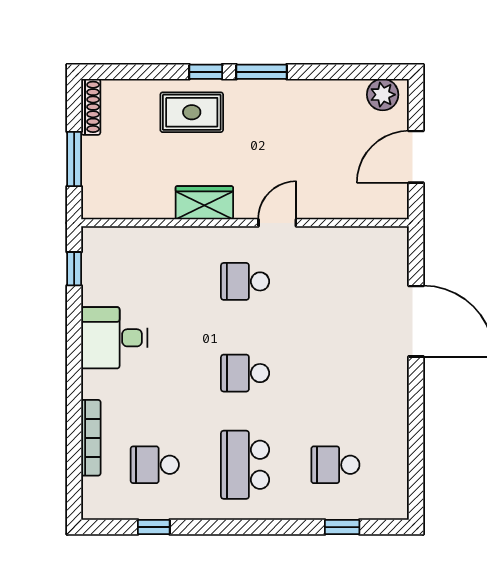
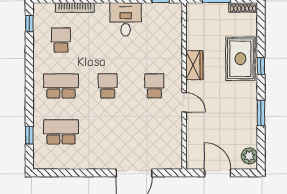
window: (261, 72) -> (261, 113), moved
rug: (192, 112) -> (240, 59), width x1.36, depth x1.43
school desk: (335, 465) -> (61, 132), width x1.85
window: (154, 527) -> (29, 23), moved

